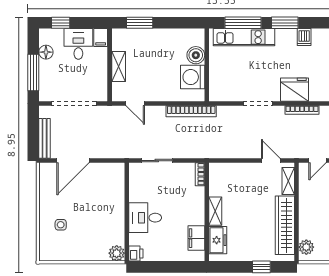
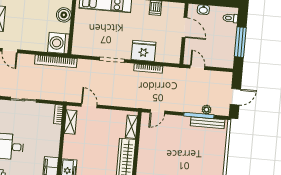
washing machine: (193, 77) -> (59, 43), moved
door: (271, 161) -> (89, 106), moved
shelving: (215, 211) -> (71, 122), moved

